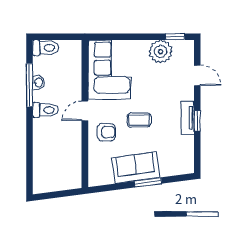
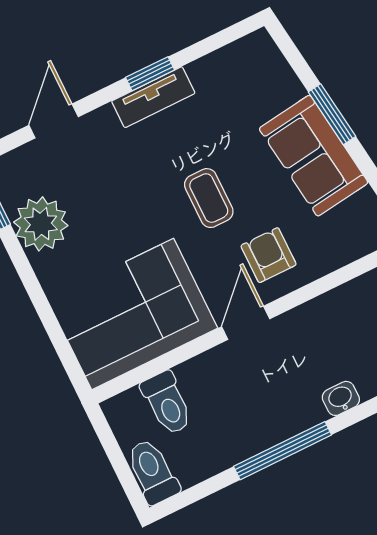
washbasin: (38, 82) -> (341, 398), moved
window: (29, 85) -> (283, 451), moved
toilet: (45, 110) -> (167, 403), moved, turned 180
door: (85, 111) -> (246, 323), swing flipped

